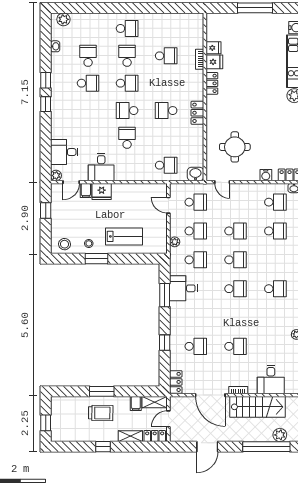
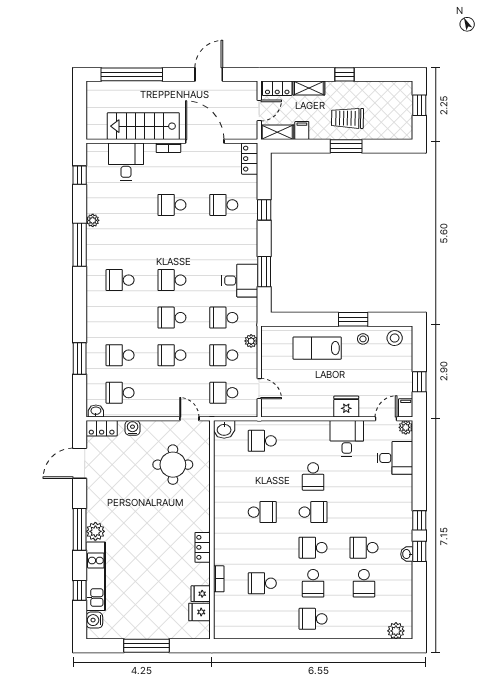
washbasin: (55, 46) -> (407, 554), moved
fridge: (214, 62) -> (200, 612), moved
locker: (197, 113) -> (222, 509), removed
filing cabinet: (86, 191) -> (406, 408), moved
plant: (280, 435) -> (114, 90), removed

